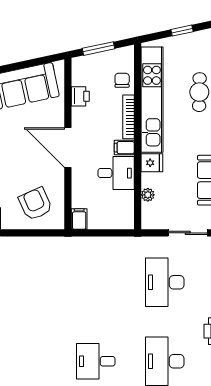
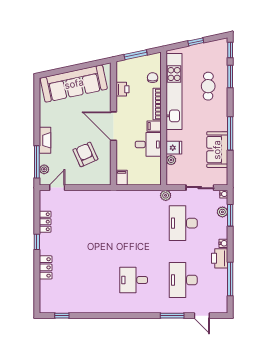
fridge: (152, 163) -> (174, 148), moved
armchair: (35, 204) -> (85, 154), moved
plant: (140, 244) -> (166, 195), added

